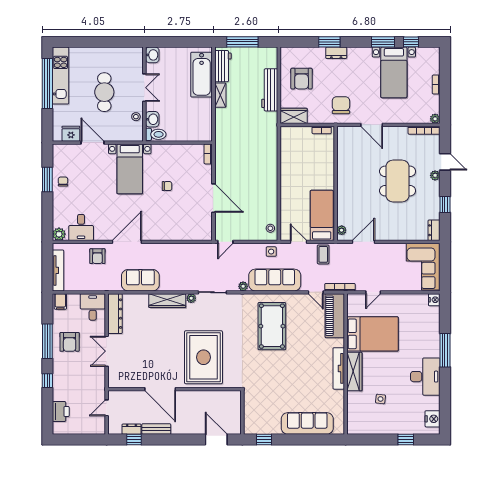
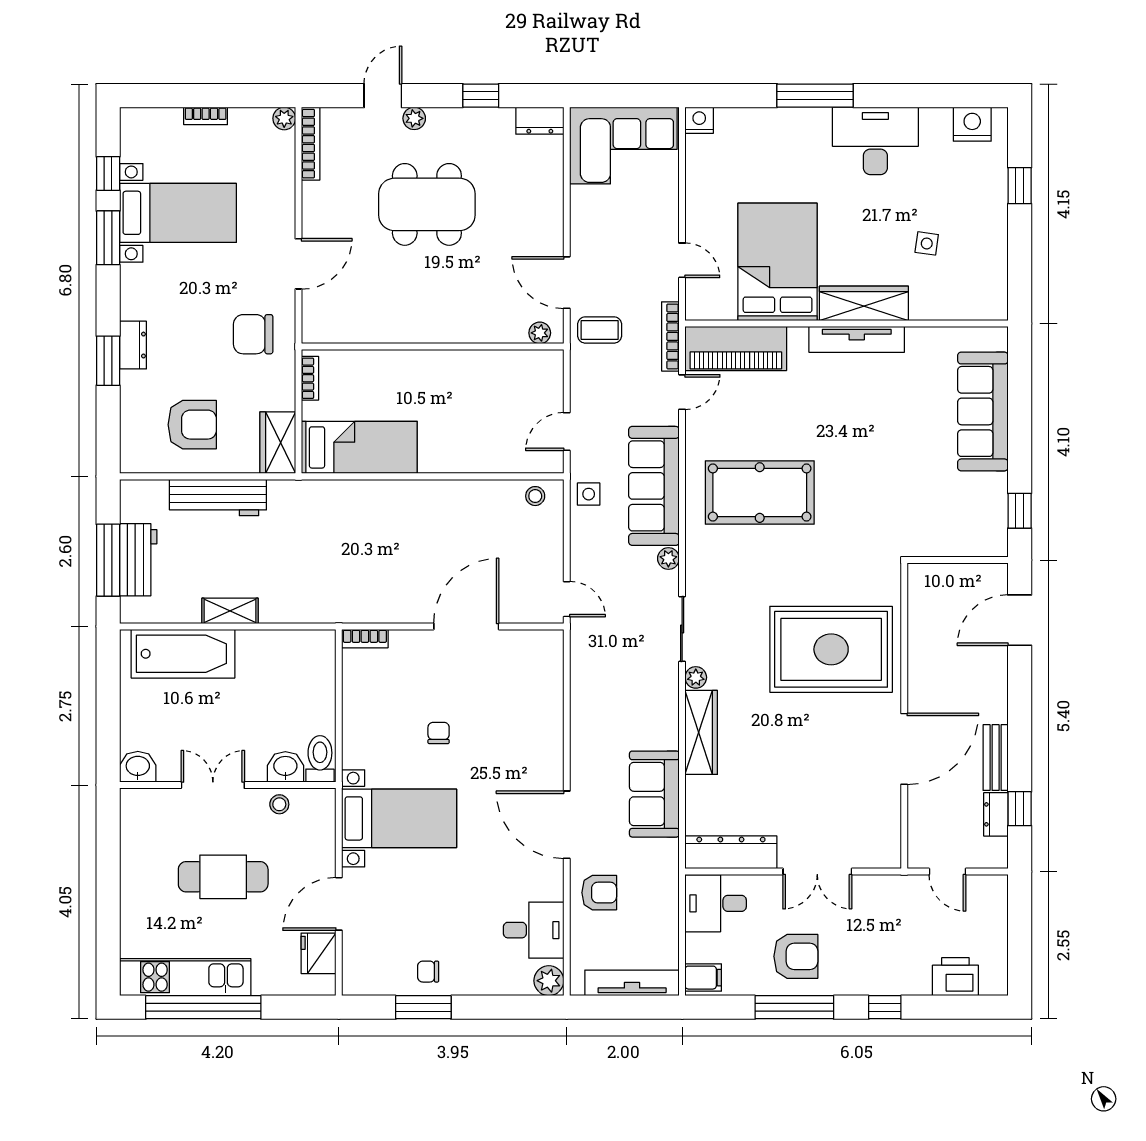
workbench: (223, 66) -> (138, 560), moved, turned 90
bed: (322, 215) -> (359, 447), moved, turned 180
coffee table: (323, 254) -> (600, 330), moved

